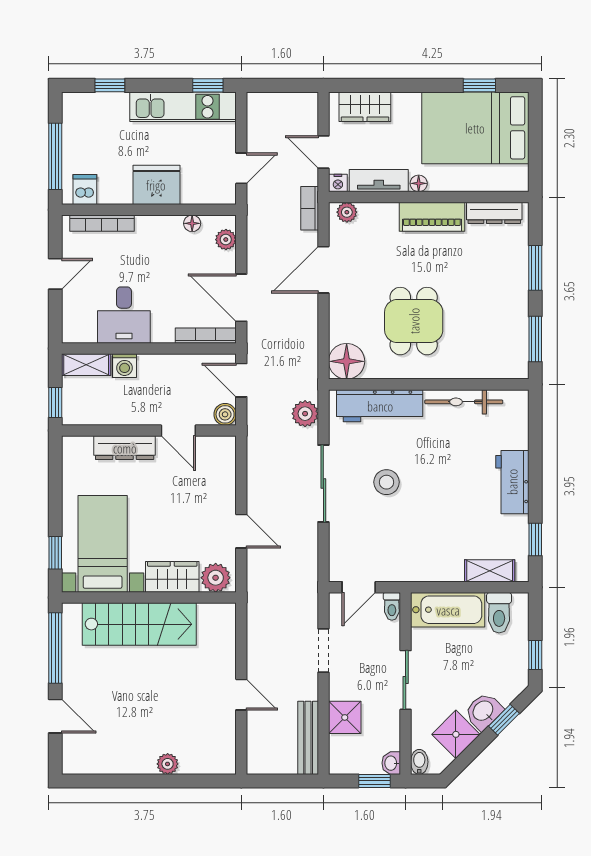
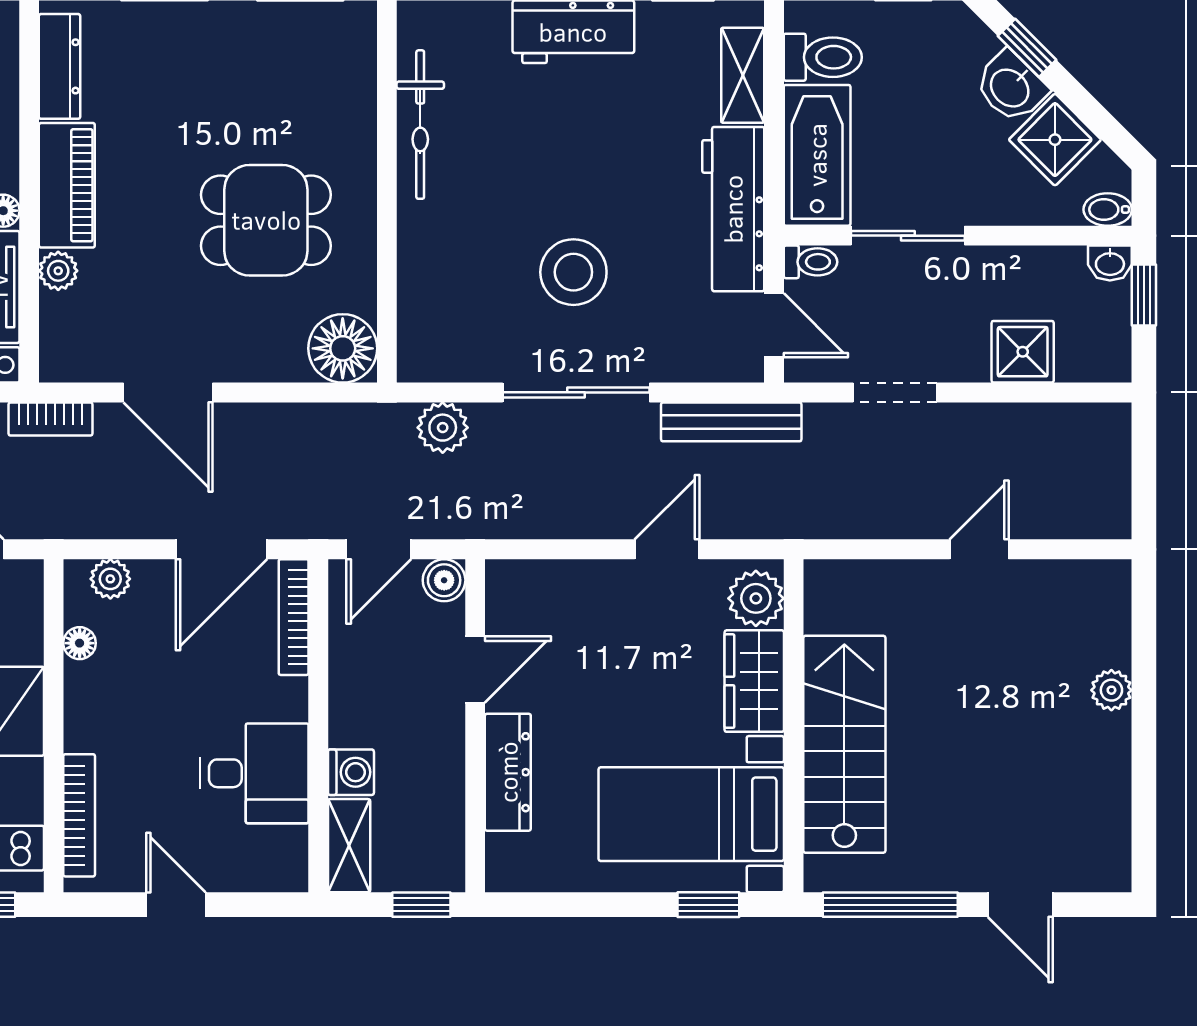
plant: (347, 212) -> (58, 271), moved
workbench: (380, 406) -> (733, 209), moved, turned 180
stool: (386, 482) -> (573, 272), width x1.38, depth x1.38
sliding door: (406, 680) -> (908, 236), moved
door: (55, 716) -> (1020, 905), swing flipped
bench: (308, 738) -> (731, 422), moved

